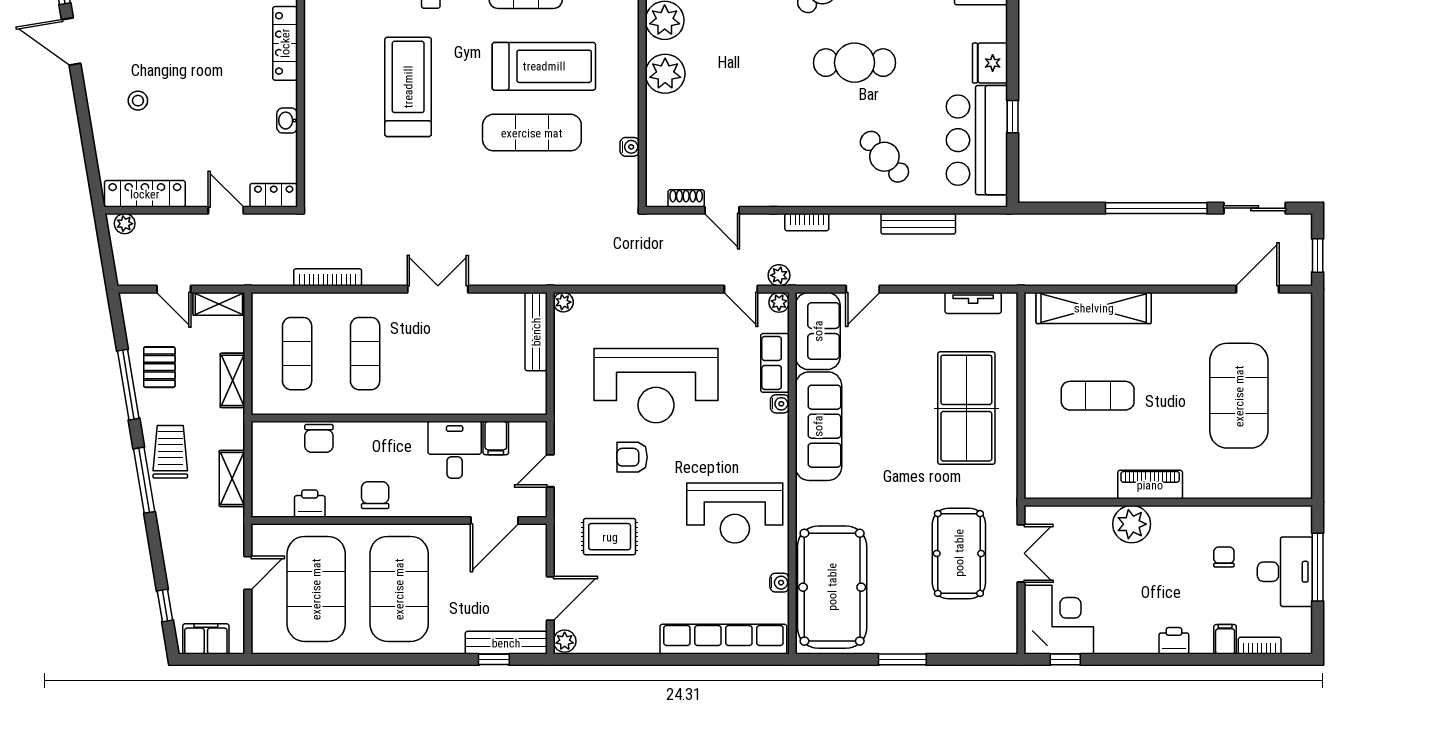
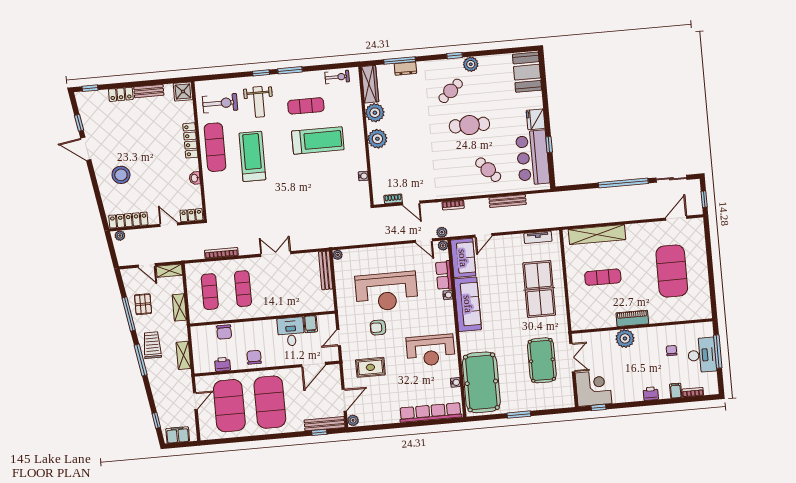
stool: (138, 101) -> (121, 175), width x1.89, depth x1.89
exercise mat: (532, 133) -> (215, 147), moved, turned 90

